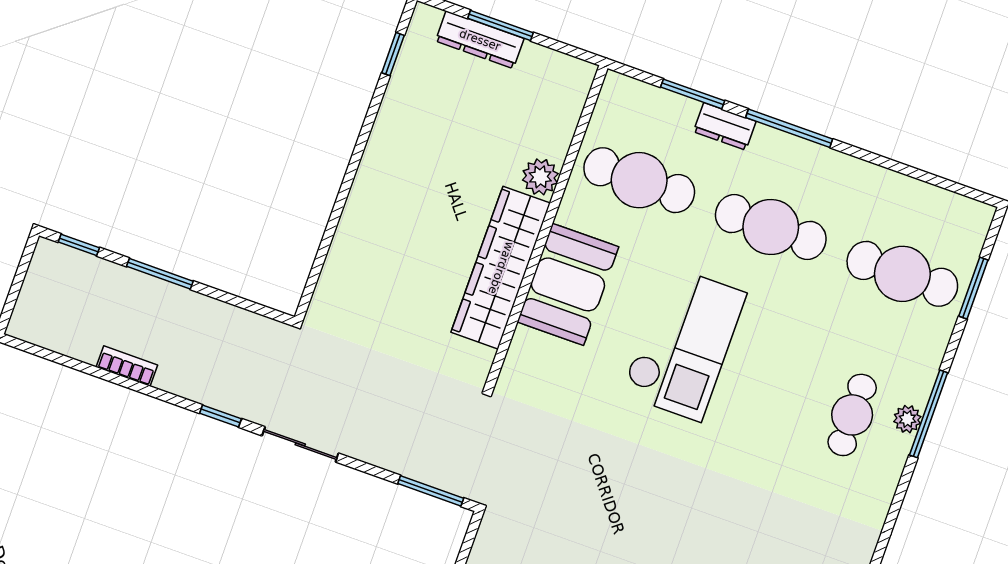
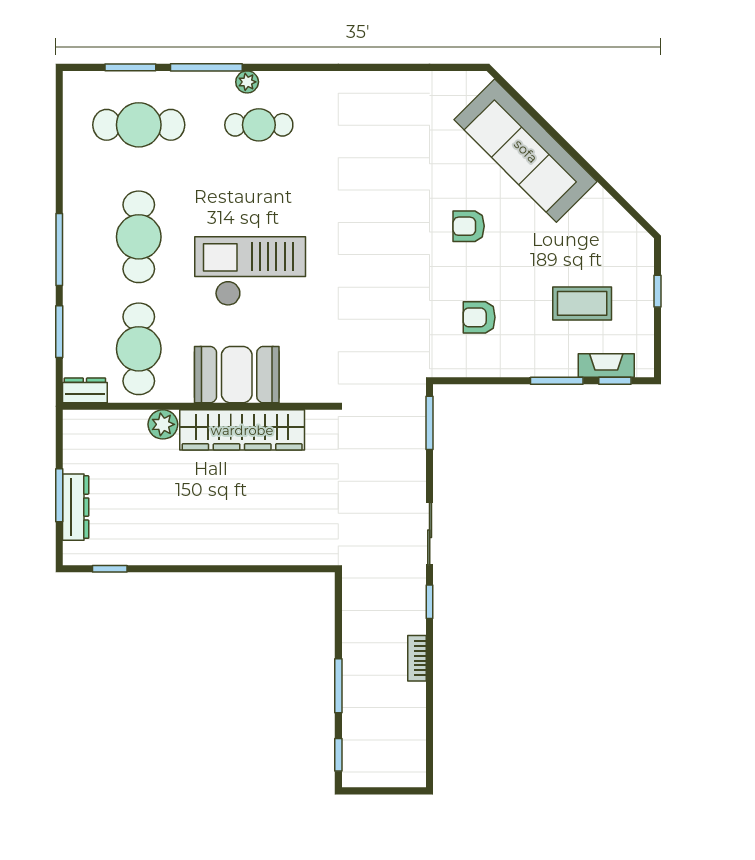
dresser: (725, 126) -> (85, 390), moved, turned -90
cafe table: (902, 274) -> (139, 125), turned 90
bookcase: (127, 366) -> (417, 658), moved
window: (929, 414) -> (206, 67), moved

